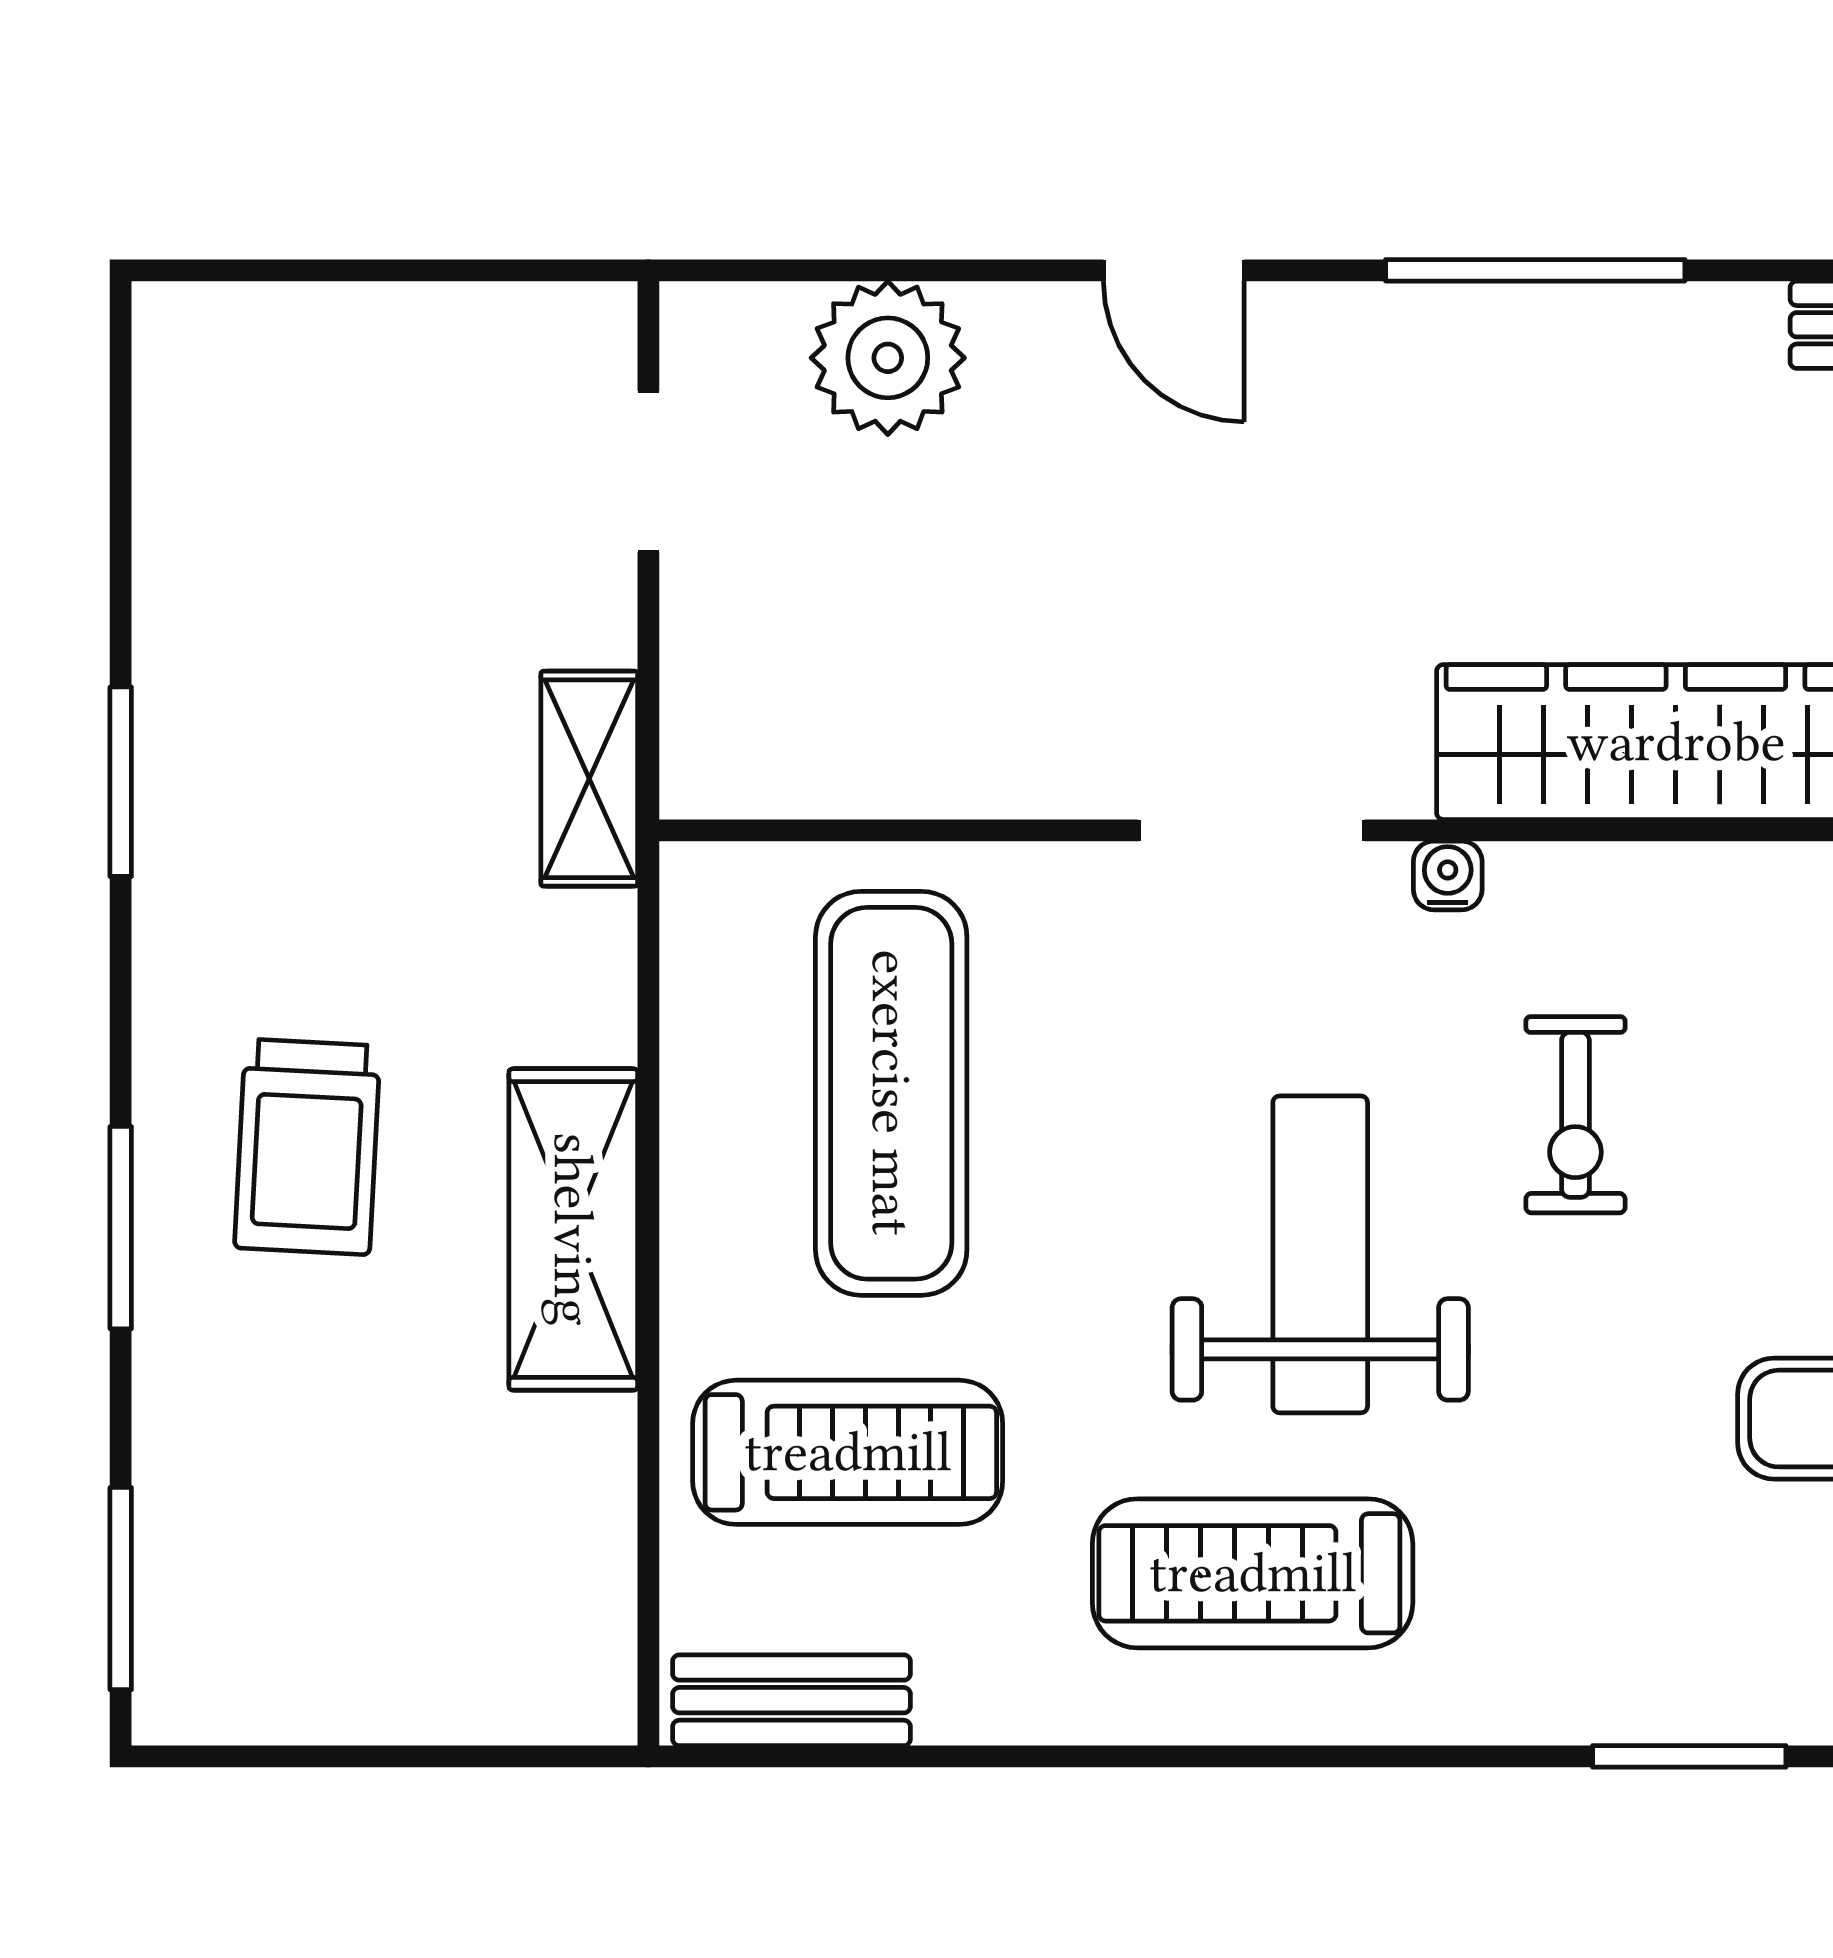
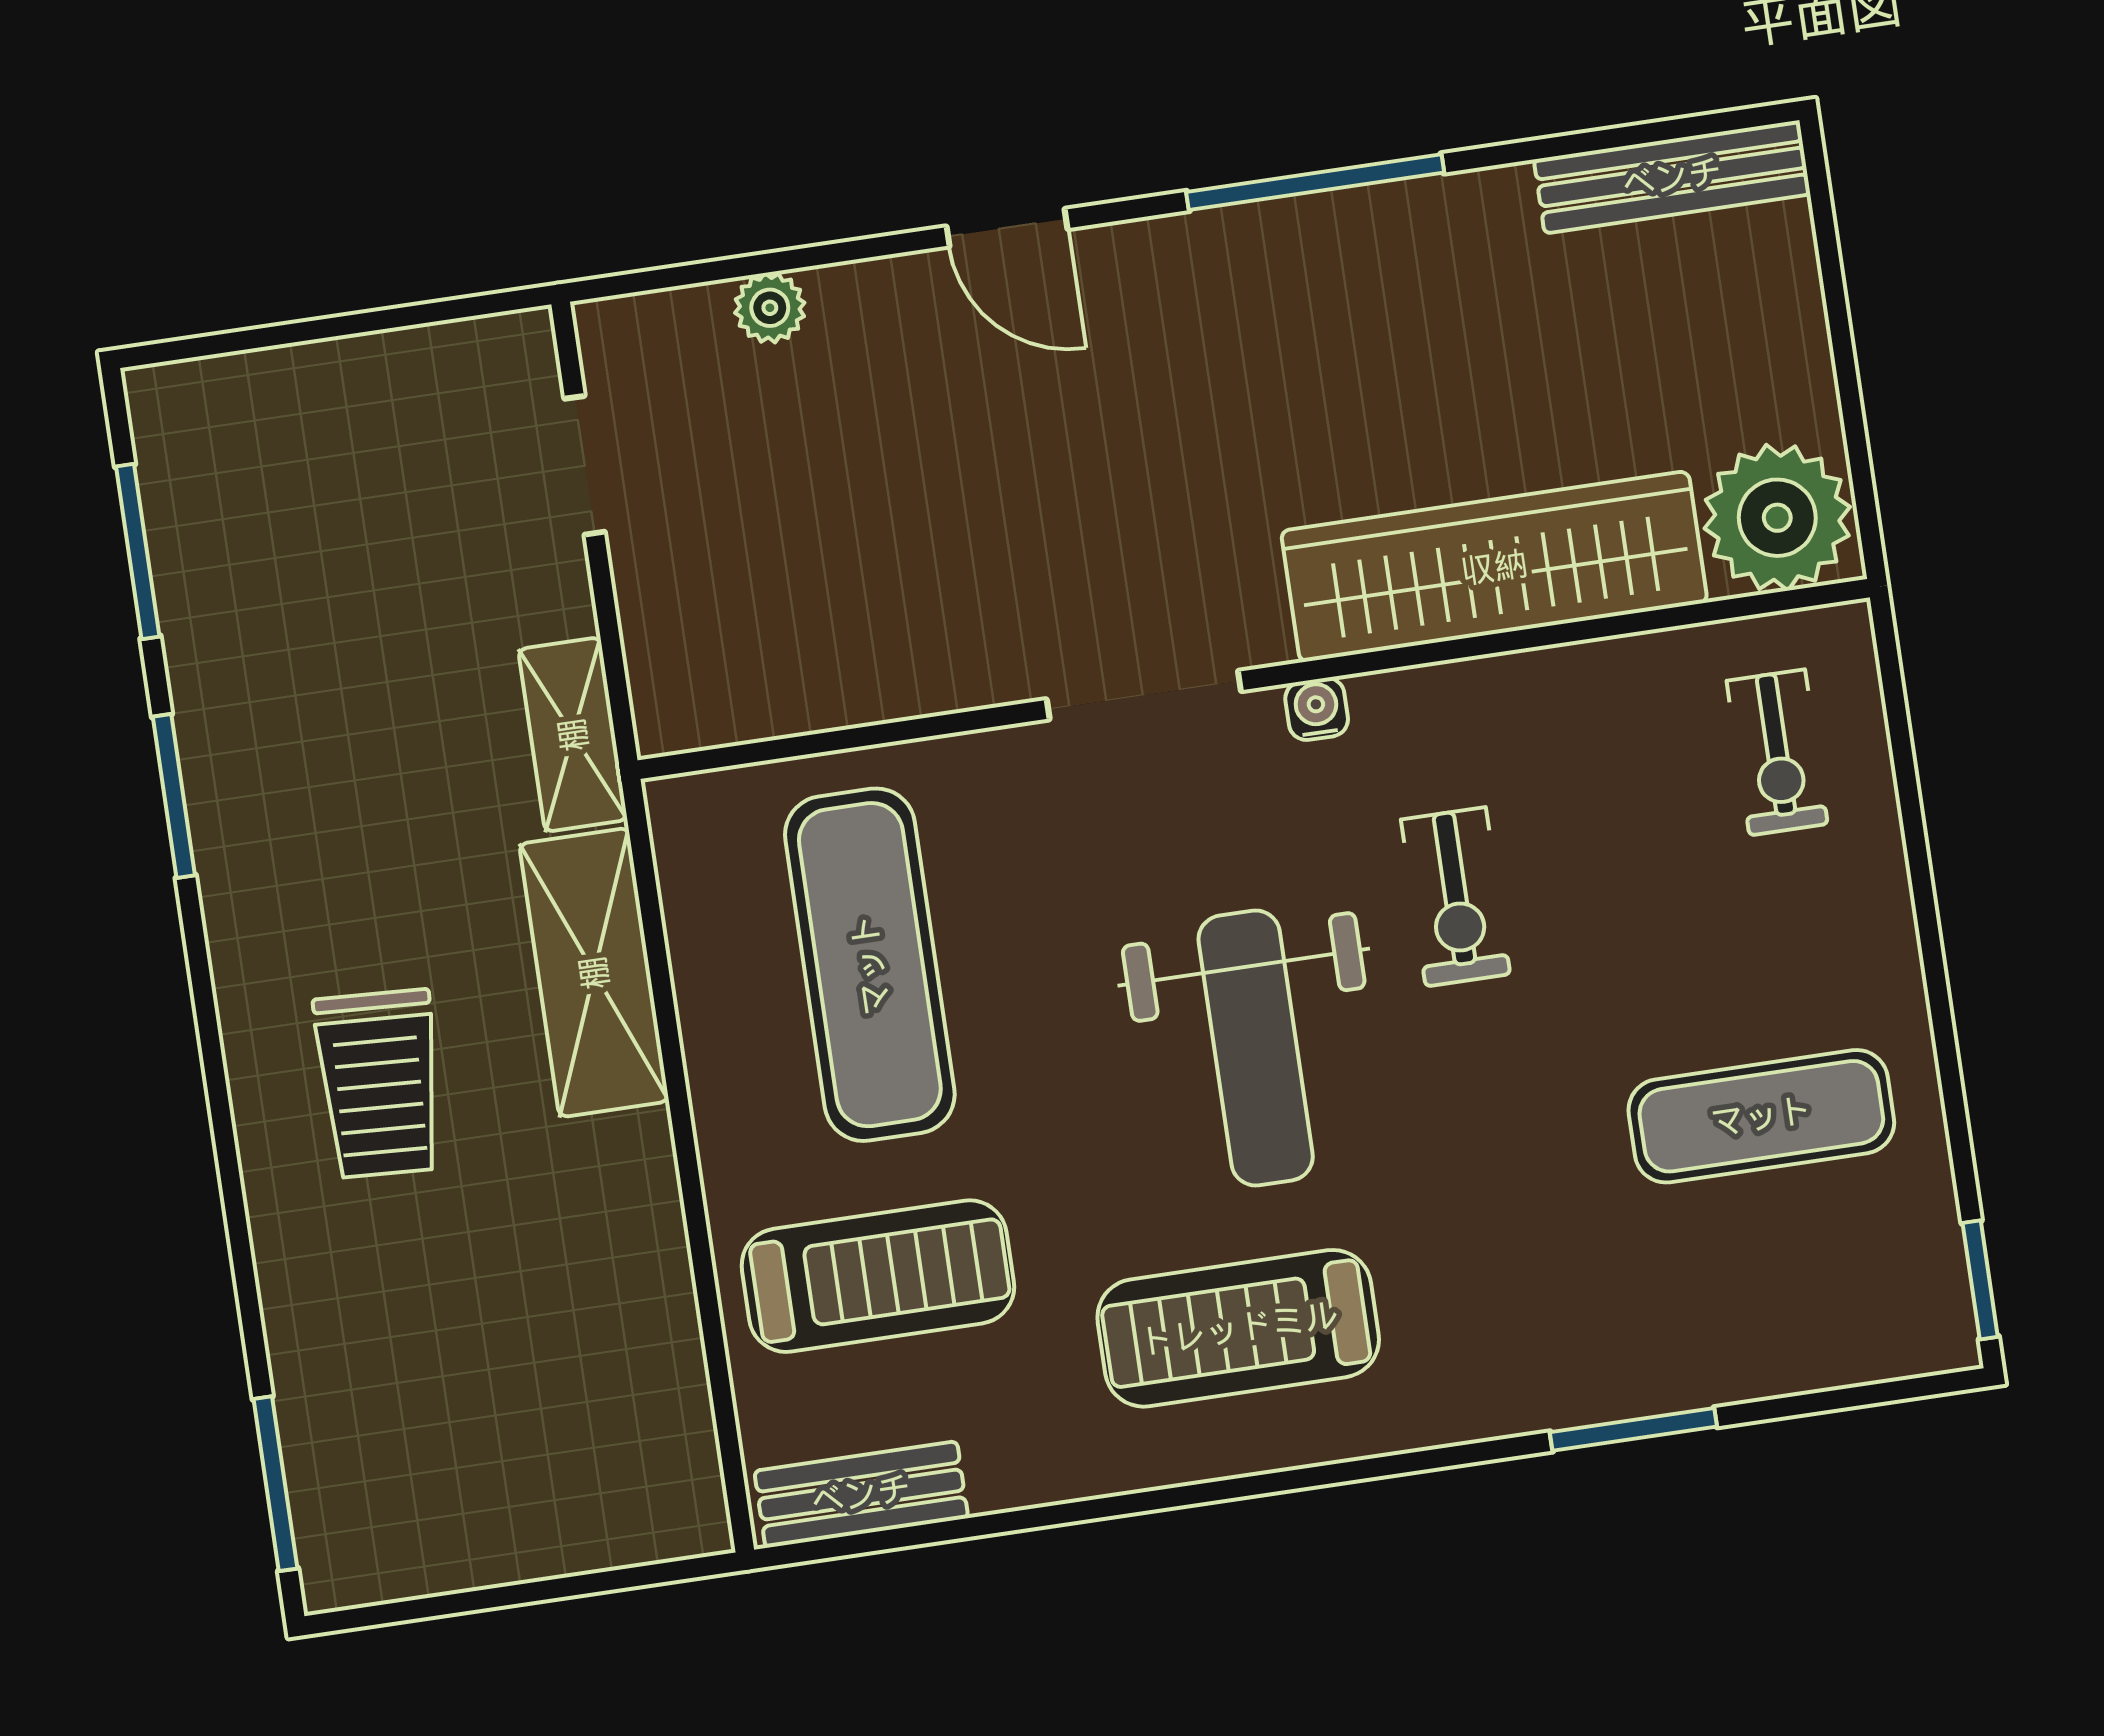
plant: (888, 358) -> (770, 308), width x0.53, depth x0.53
window: (121, 1228) -> (138, 551), moved
shelving: (573, 1229) -> (594, 973), moved
weight bench: (1320, 1254) -> (1256, 1048), turned 180

